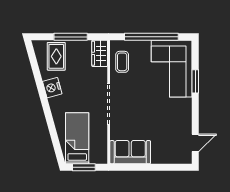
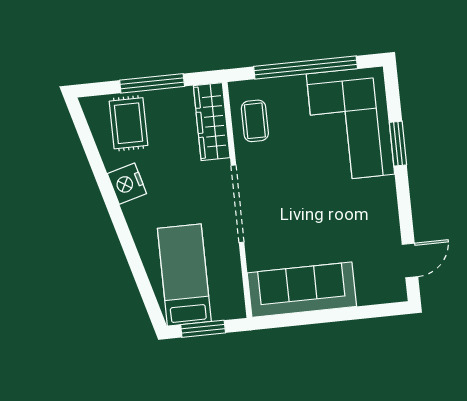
wardrobe: (100, 53) -> (212, 122), width x1.50
sofa: (130, 152) -> (302, 290), width x1.36

